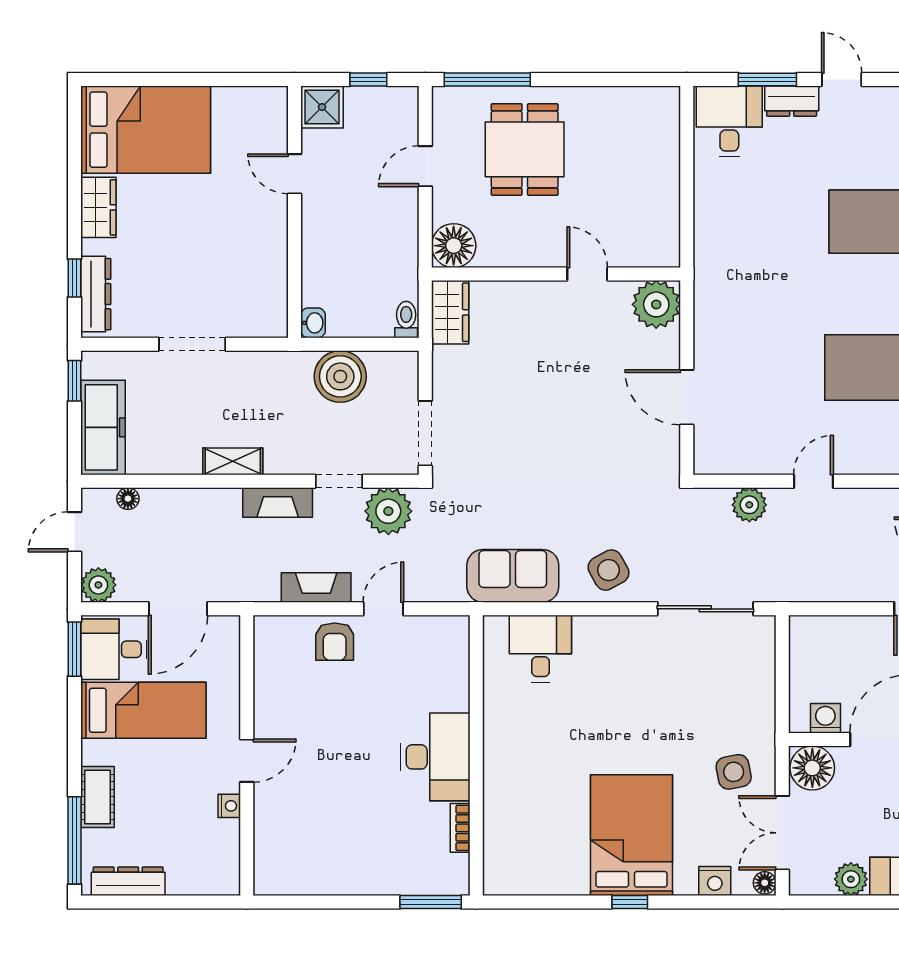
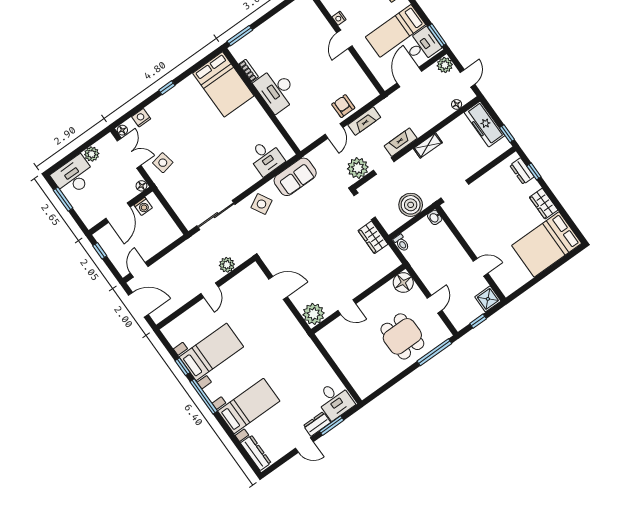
dresser: (96, 294) -> (522, 171), width x0.70
wardrobe: (450, 312) -> (373, 237), moved
doorway: (192, 344) -> (455, 191), moved
floor lamp: (812, 768) -> (141, 186), width x0.53, depth x0.53
bed: (632, 835) -> (223, 84), moved

